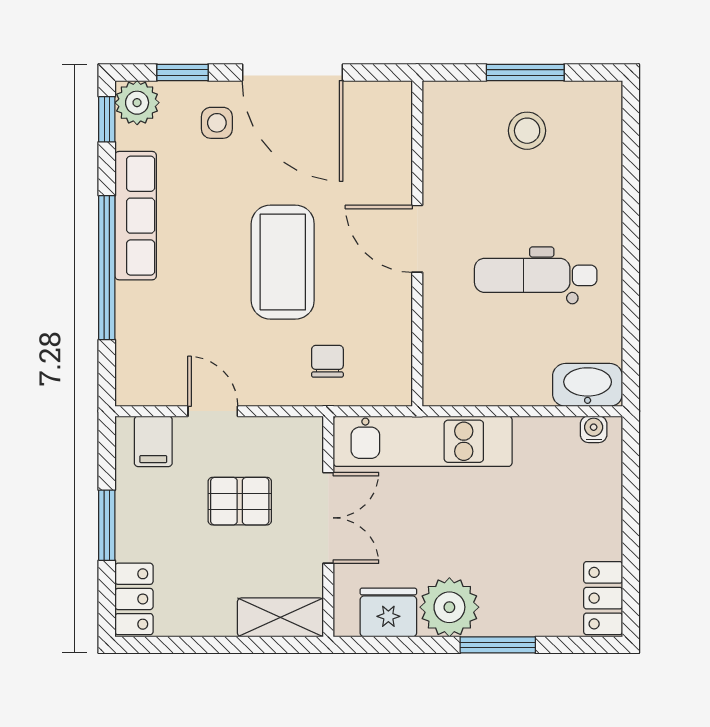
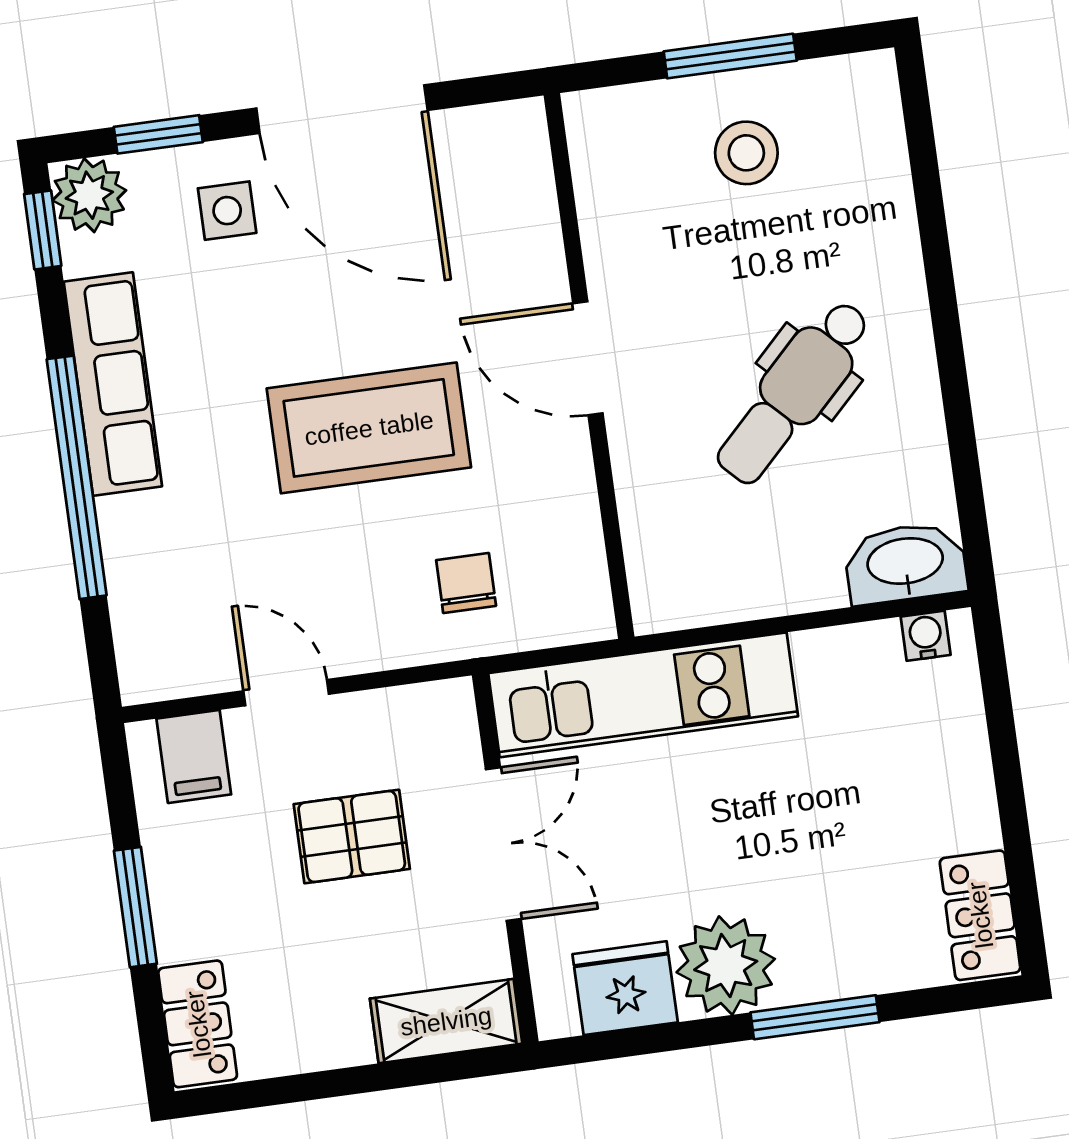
coffee table: (283, 262) -> (369, 428), turned 90
dental chair: (536, 275) -> (794, 392), turned -45

